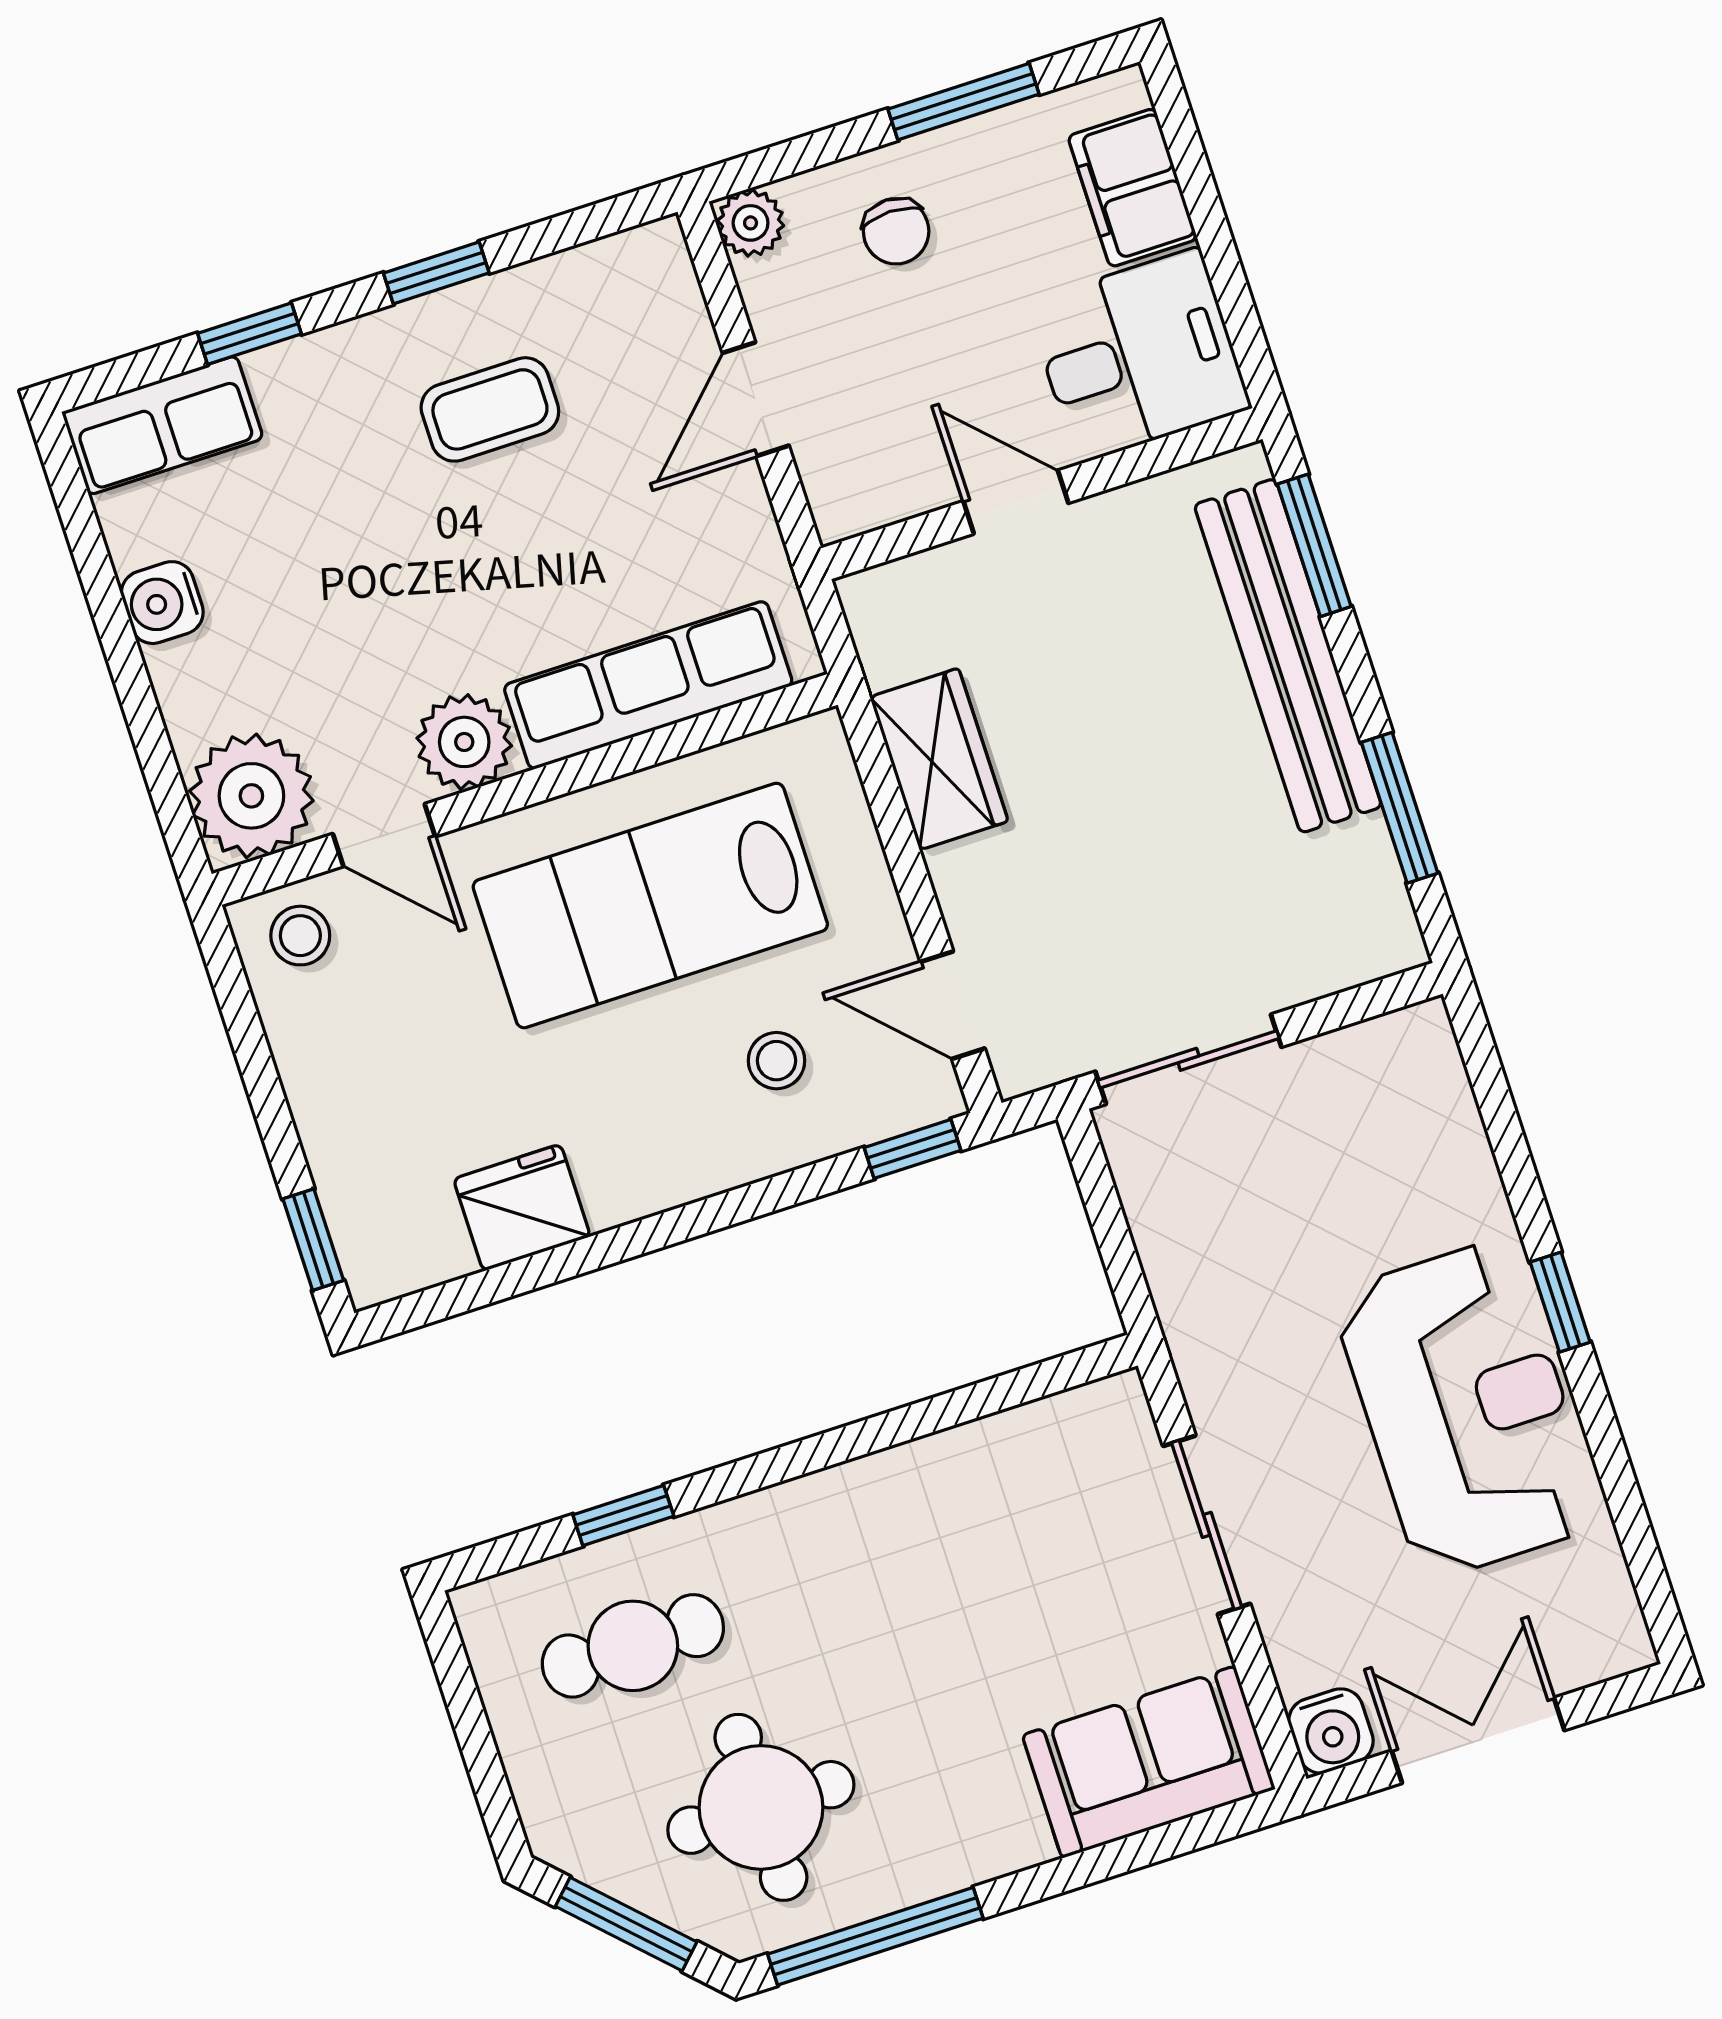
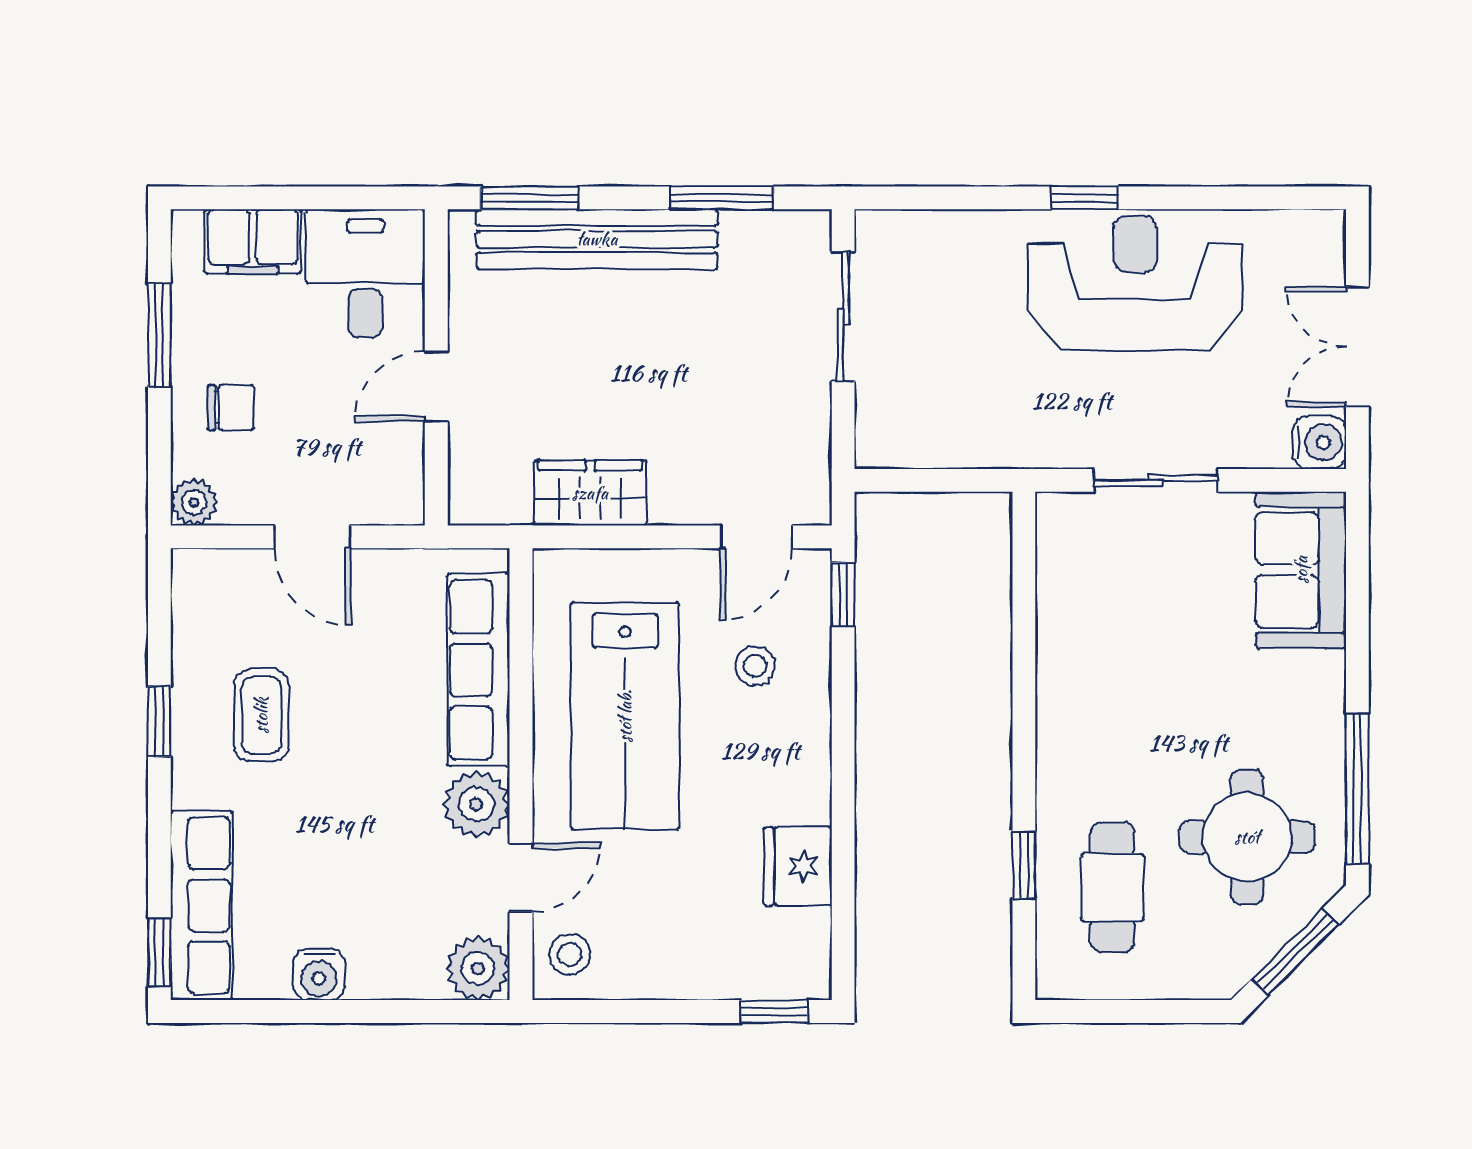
window: (250, 334) -> (159, 952), moved
row of seats: (163, 425) -> (201, 905), width x1.48
plant: (251, 796) -> (478, 968), width x0.73, depth x0.73
sliding door: (1188, 1059) -> (843, 316), moved

